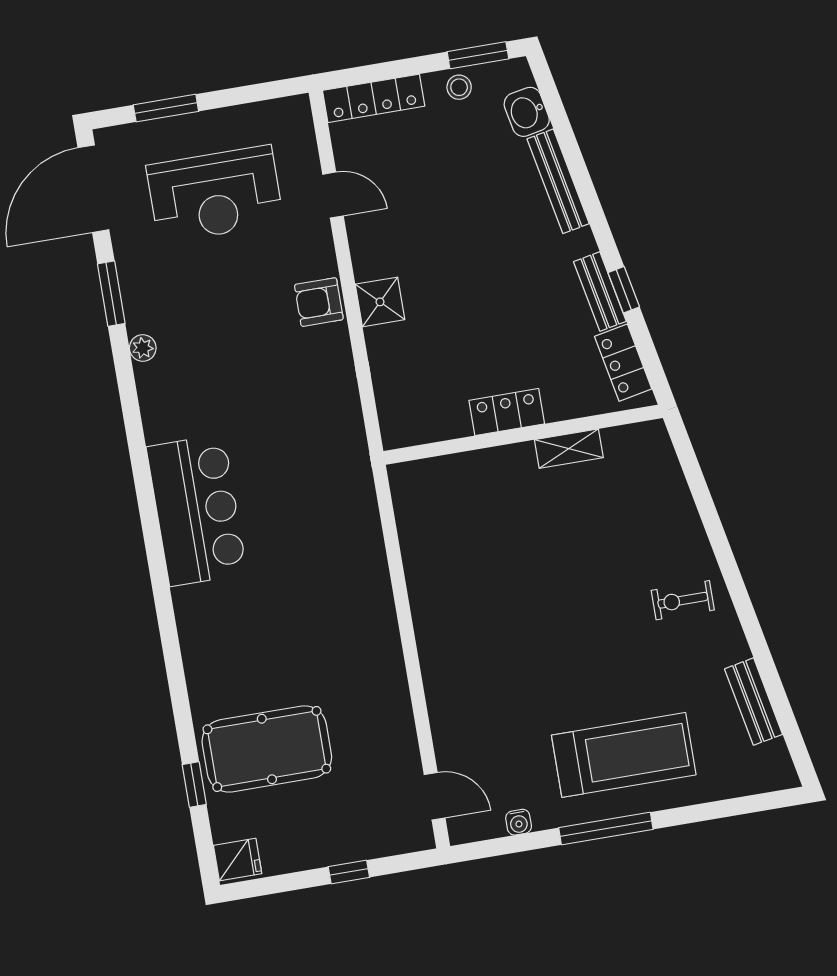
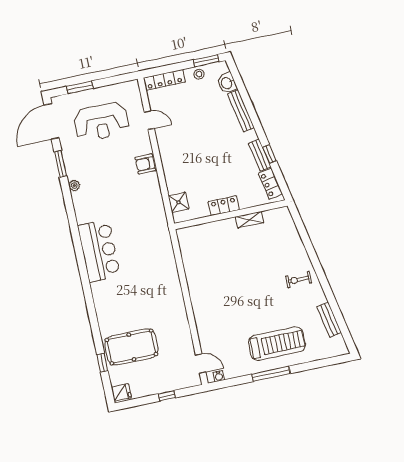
shower: (380, 302) -> (179, 202), moved
water cooler: (519, 822) -> (219, 376), moved

